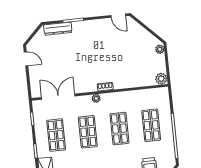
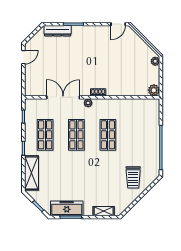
door: (118, 16) -> (118, 24), hinge flipped
door: (26, 59) -> (23, 57), hinge flipped
double door: (58, 97) -> (63, 97), moved
shop shelf: (151, 125) -> (139, 135), removed

